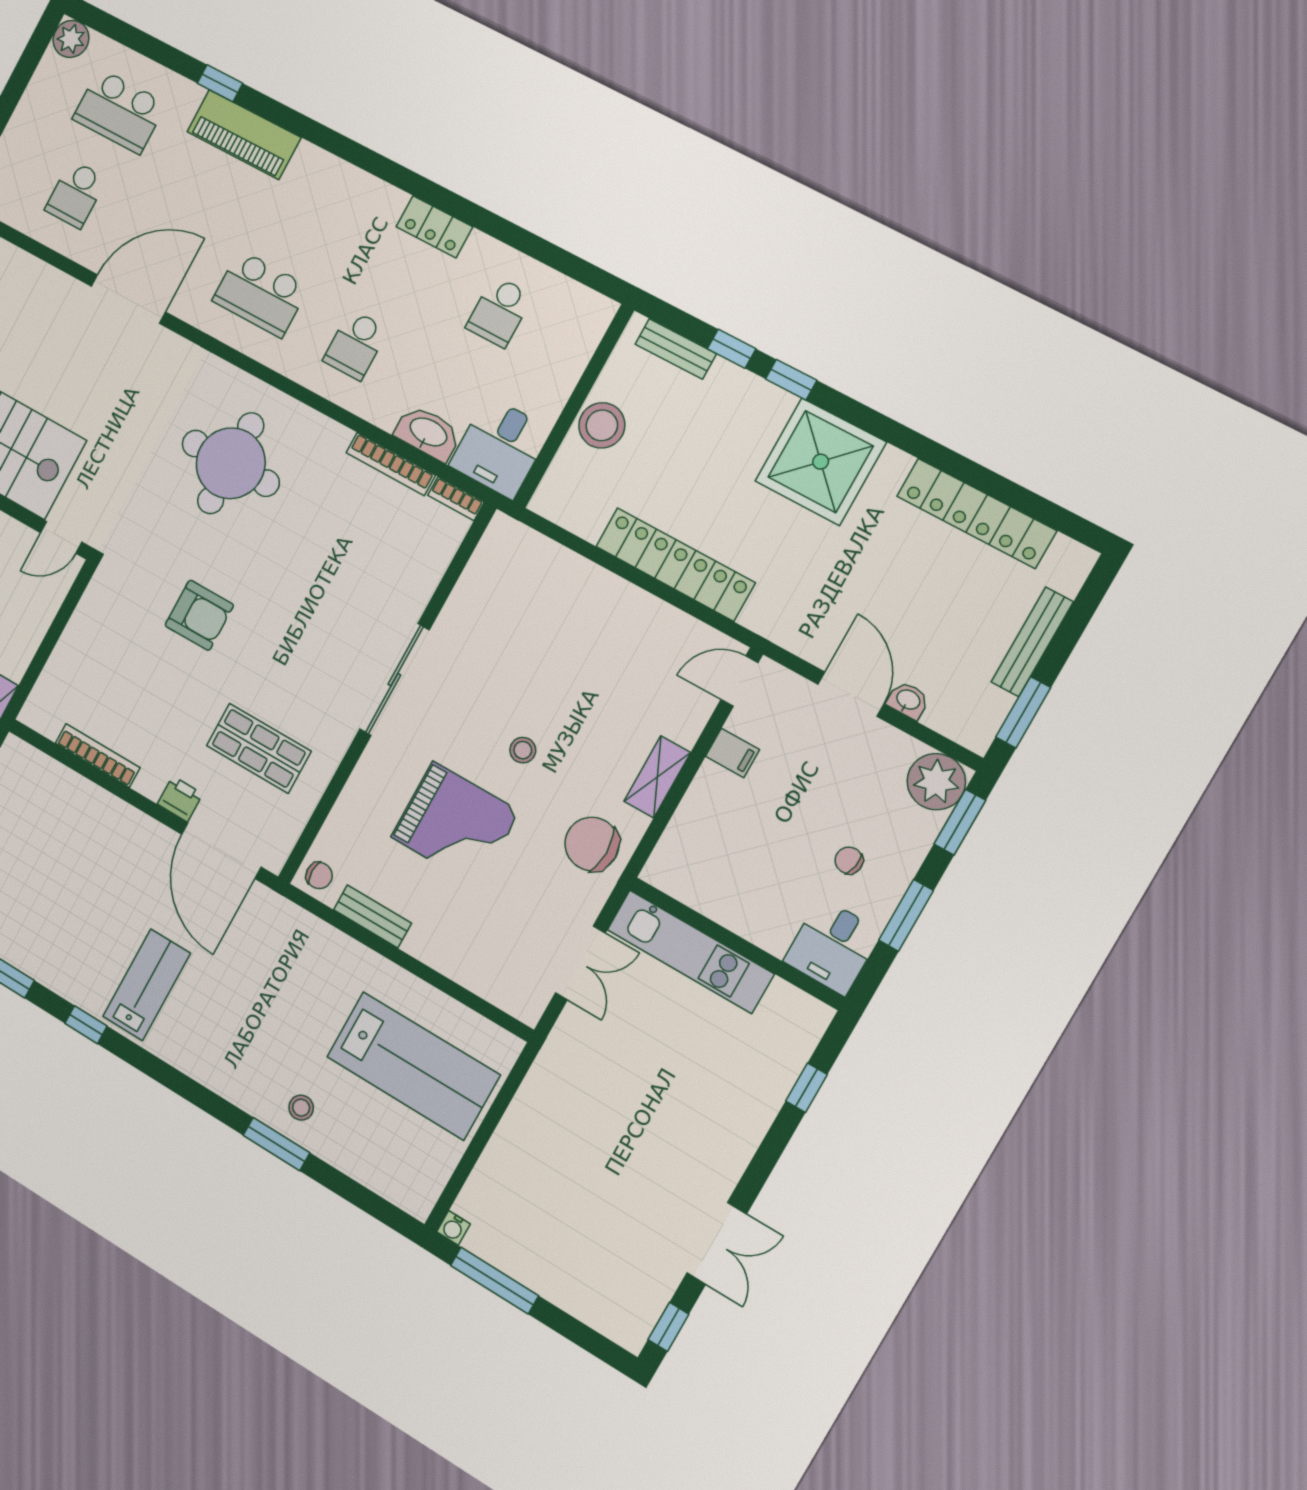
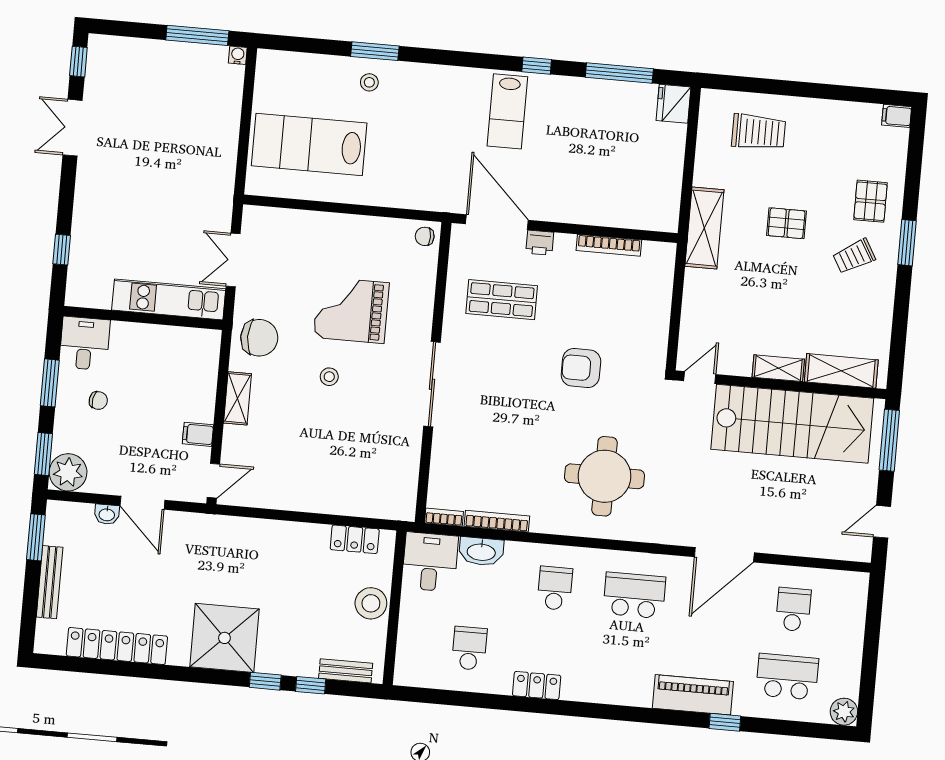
locker: (675, 564) -> (355, 539), moved, width x0.46, depth x0.83
bench: (372, 916) -> (378, 227), removed

